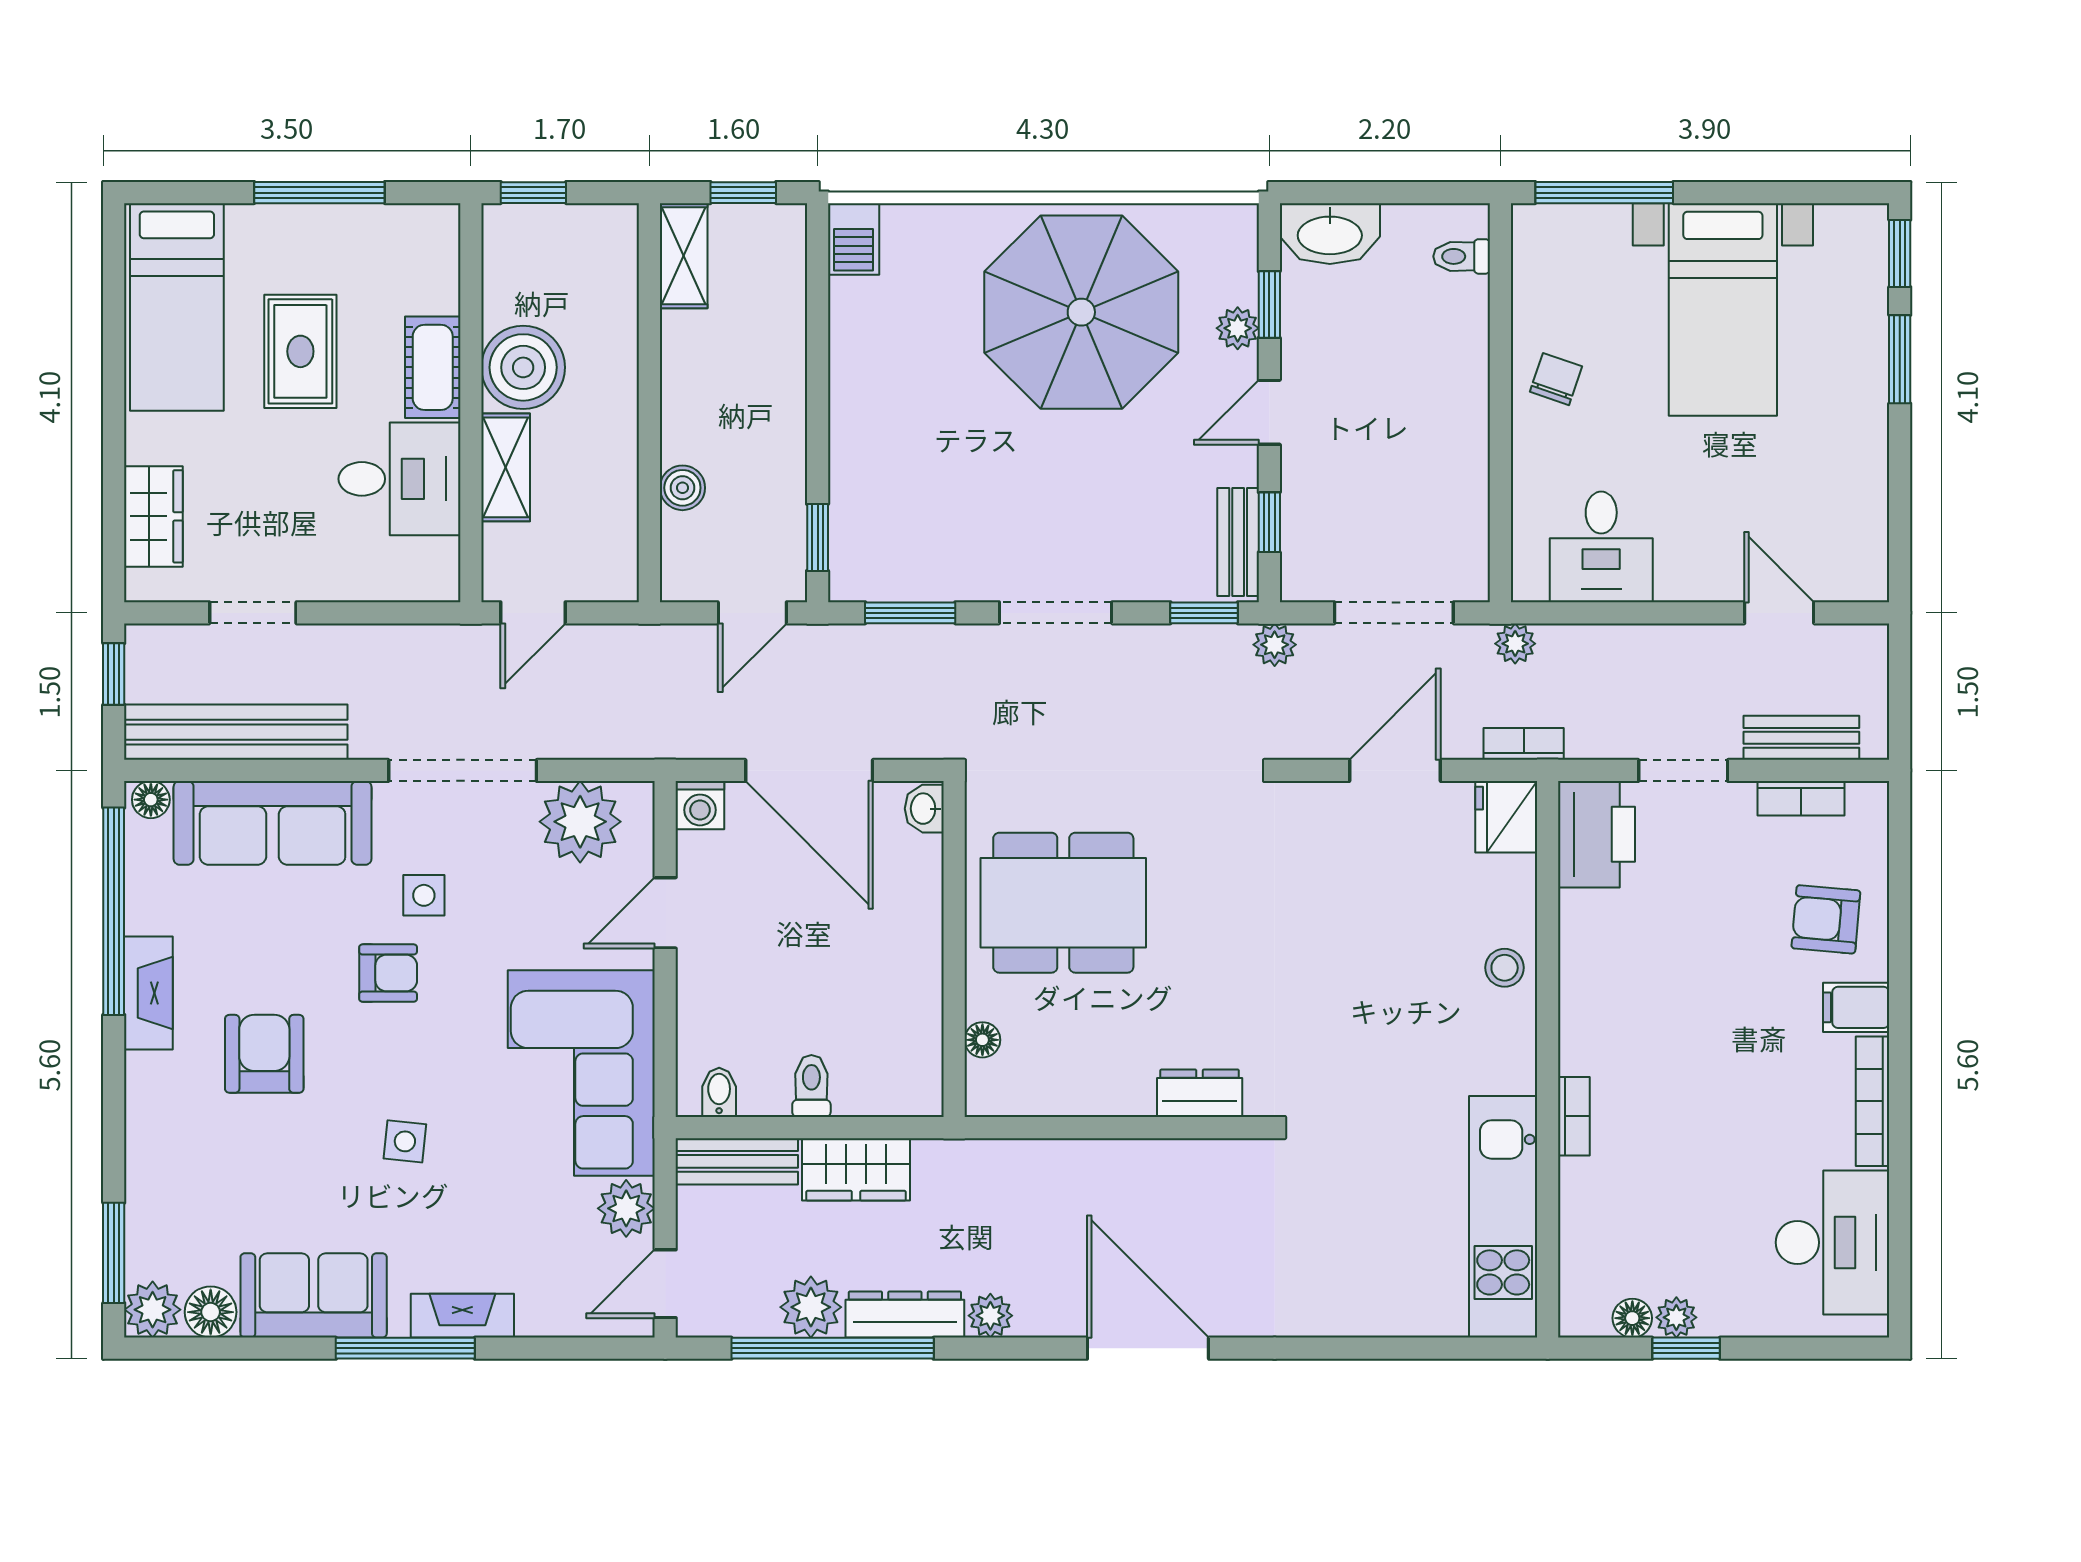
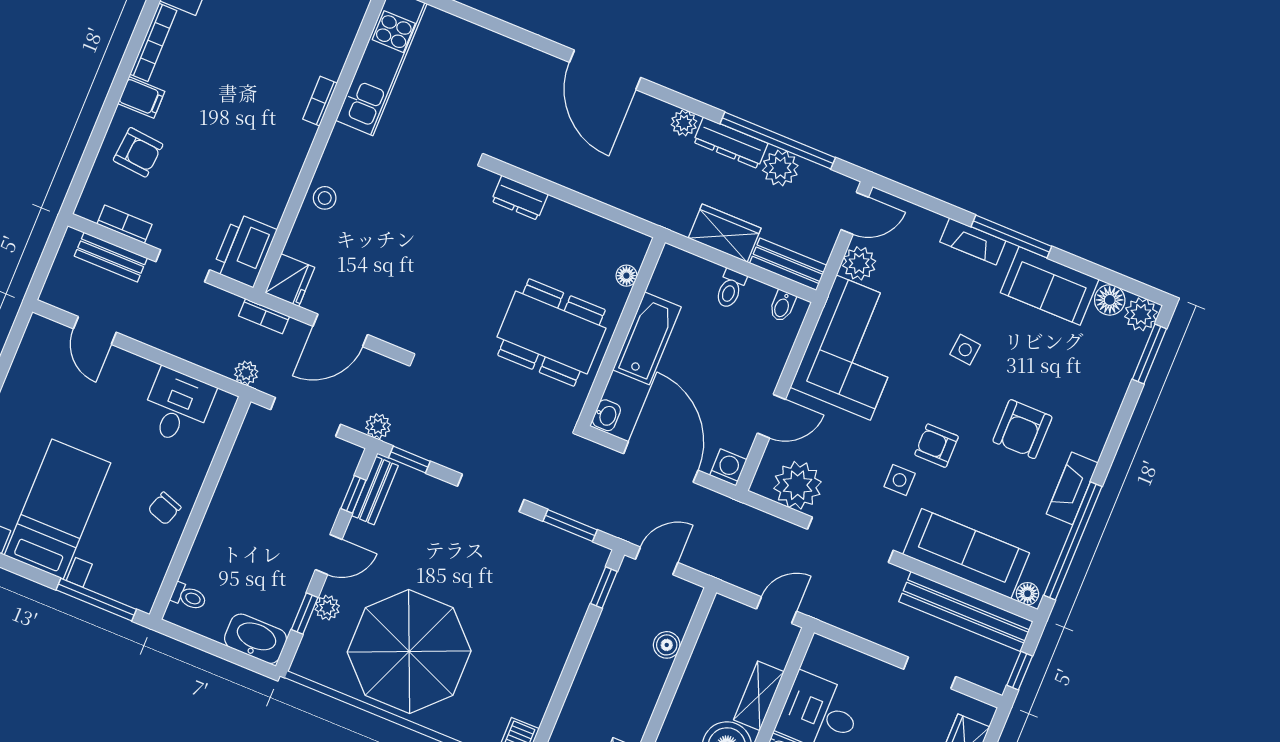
bathtub: (910, 955) -> (647, 338), added

